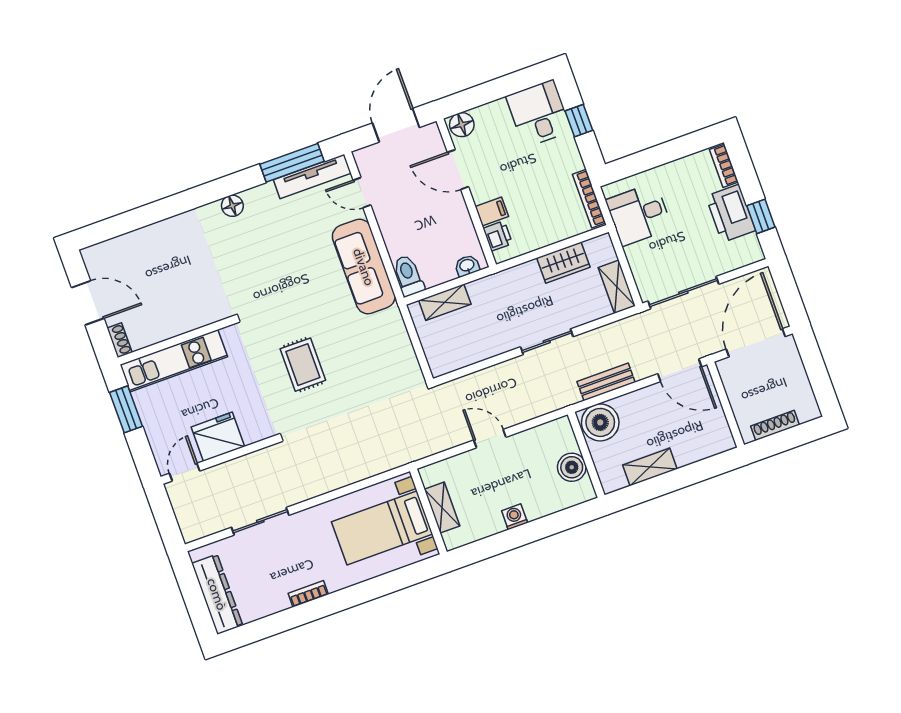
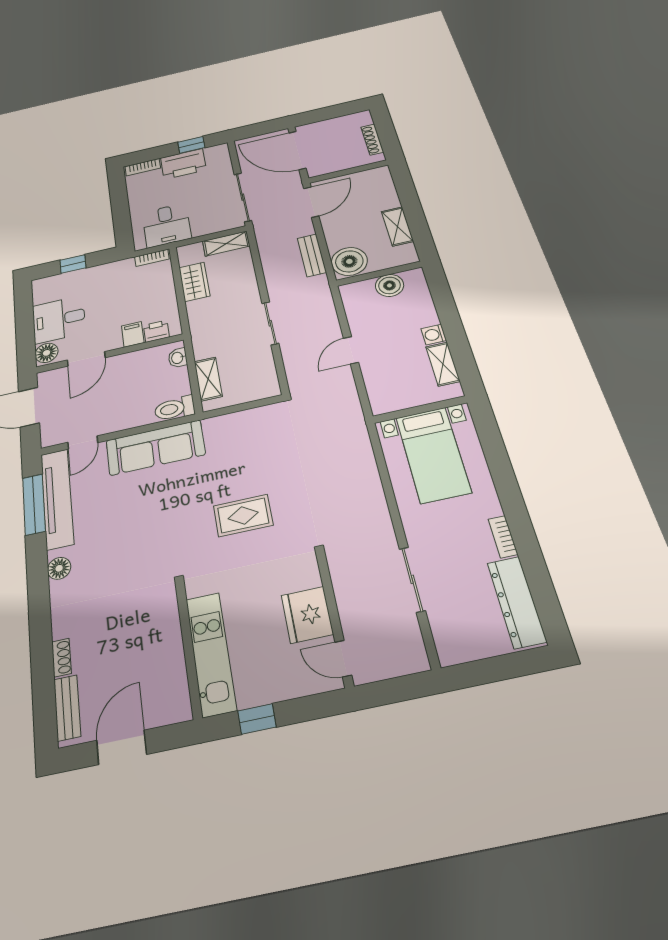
desk: (539, 113) -> (59, 319), moved
tv unit: (312, 176) -> (57, 498), width x1.36, depth x1.29
bookcase: (589, 199) -> (152, 258), width x0.64
bench: (112, 248) -> (67, 708), added
shoe rack: (119, 340) -> (61, 658), moved, turned 90
sliding door: (547, 342) -> (270, 323), moved
window: (126, 409) -> (257, 719), width x0.67
shelving: (442, 508) -> (443, 364), moved, turned 90
dresser: (217, 594) -> (517, 602), moved, turned -90

